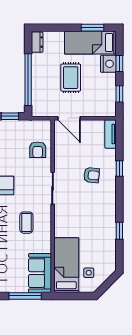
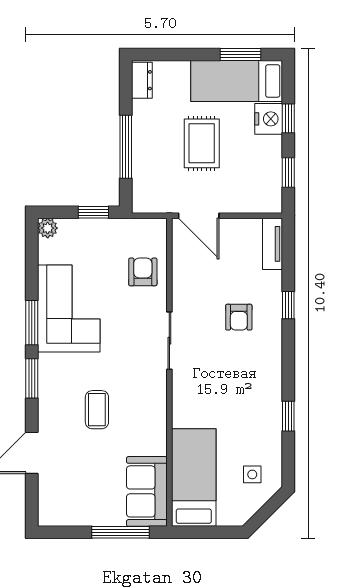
window: (28, 80) -> (126, 147), width x0.68
armchair: (38, 150) -> (143, 272), turned 180
armchair: (92, 175) -> (239, 317), turned 85
coffee table: (26, 223) -> (97, 410), moved
side table: (89, 273) -> (252, 474), moved

